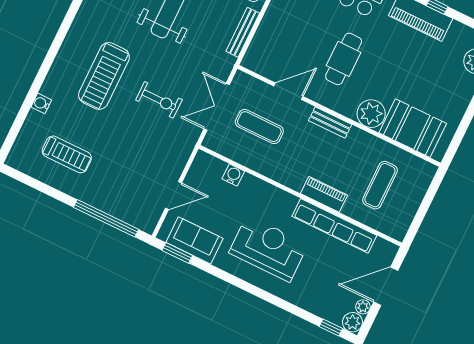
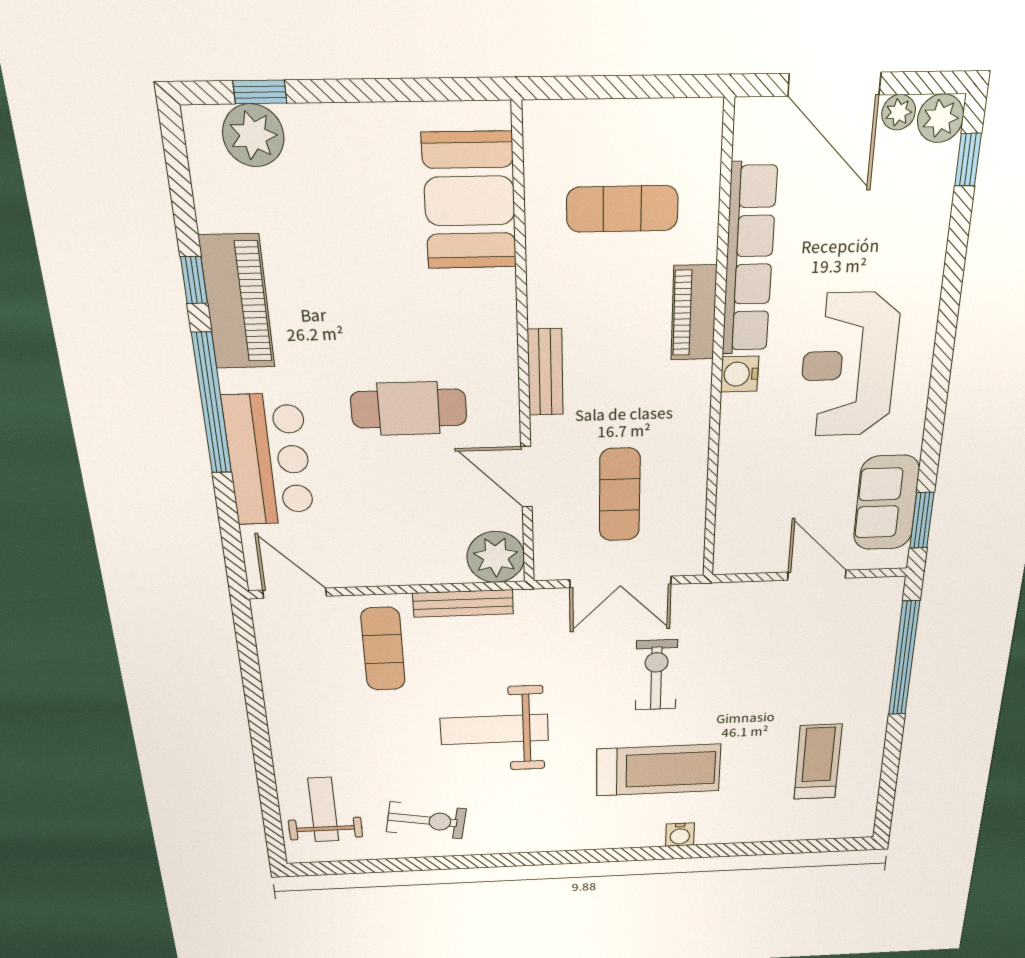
water cooler: (41, 103) -> (680, 835), moved
plant: (371, 114) -> (496, 557), moved
water cooler: (233, 175) -> (740, 374), moved

